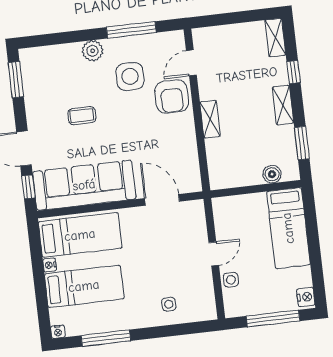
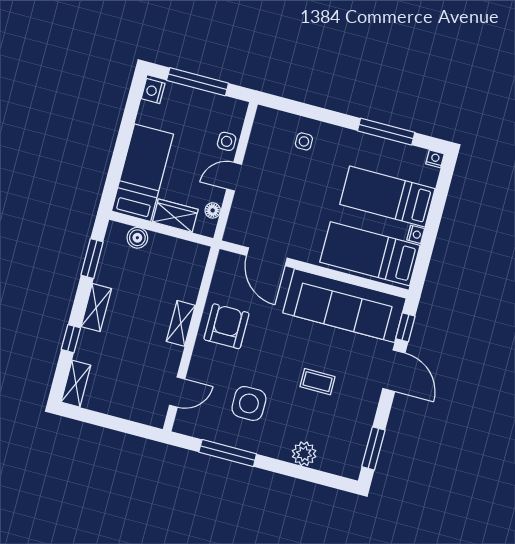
plant: (93, 51) -> (304, 454), moved
armchair: (172, 97) -> (226, 326), moved
wardrobe: (249, 204) -> (175, 216), added
floor lamp: (220, 220) -> (213, 210), added

